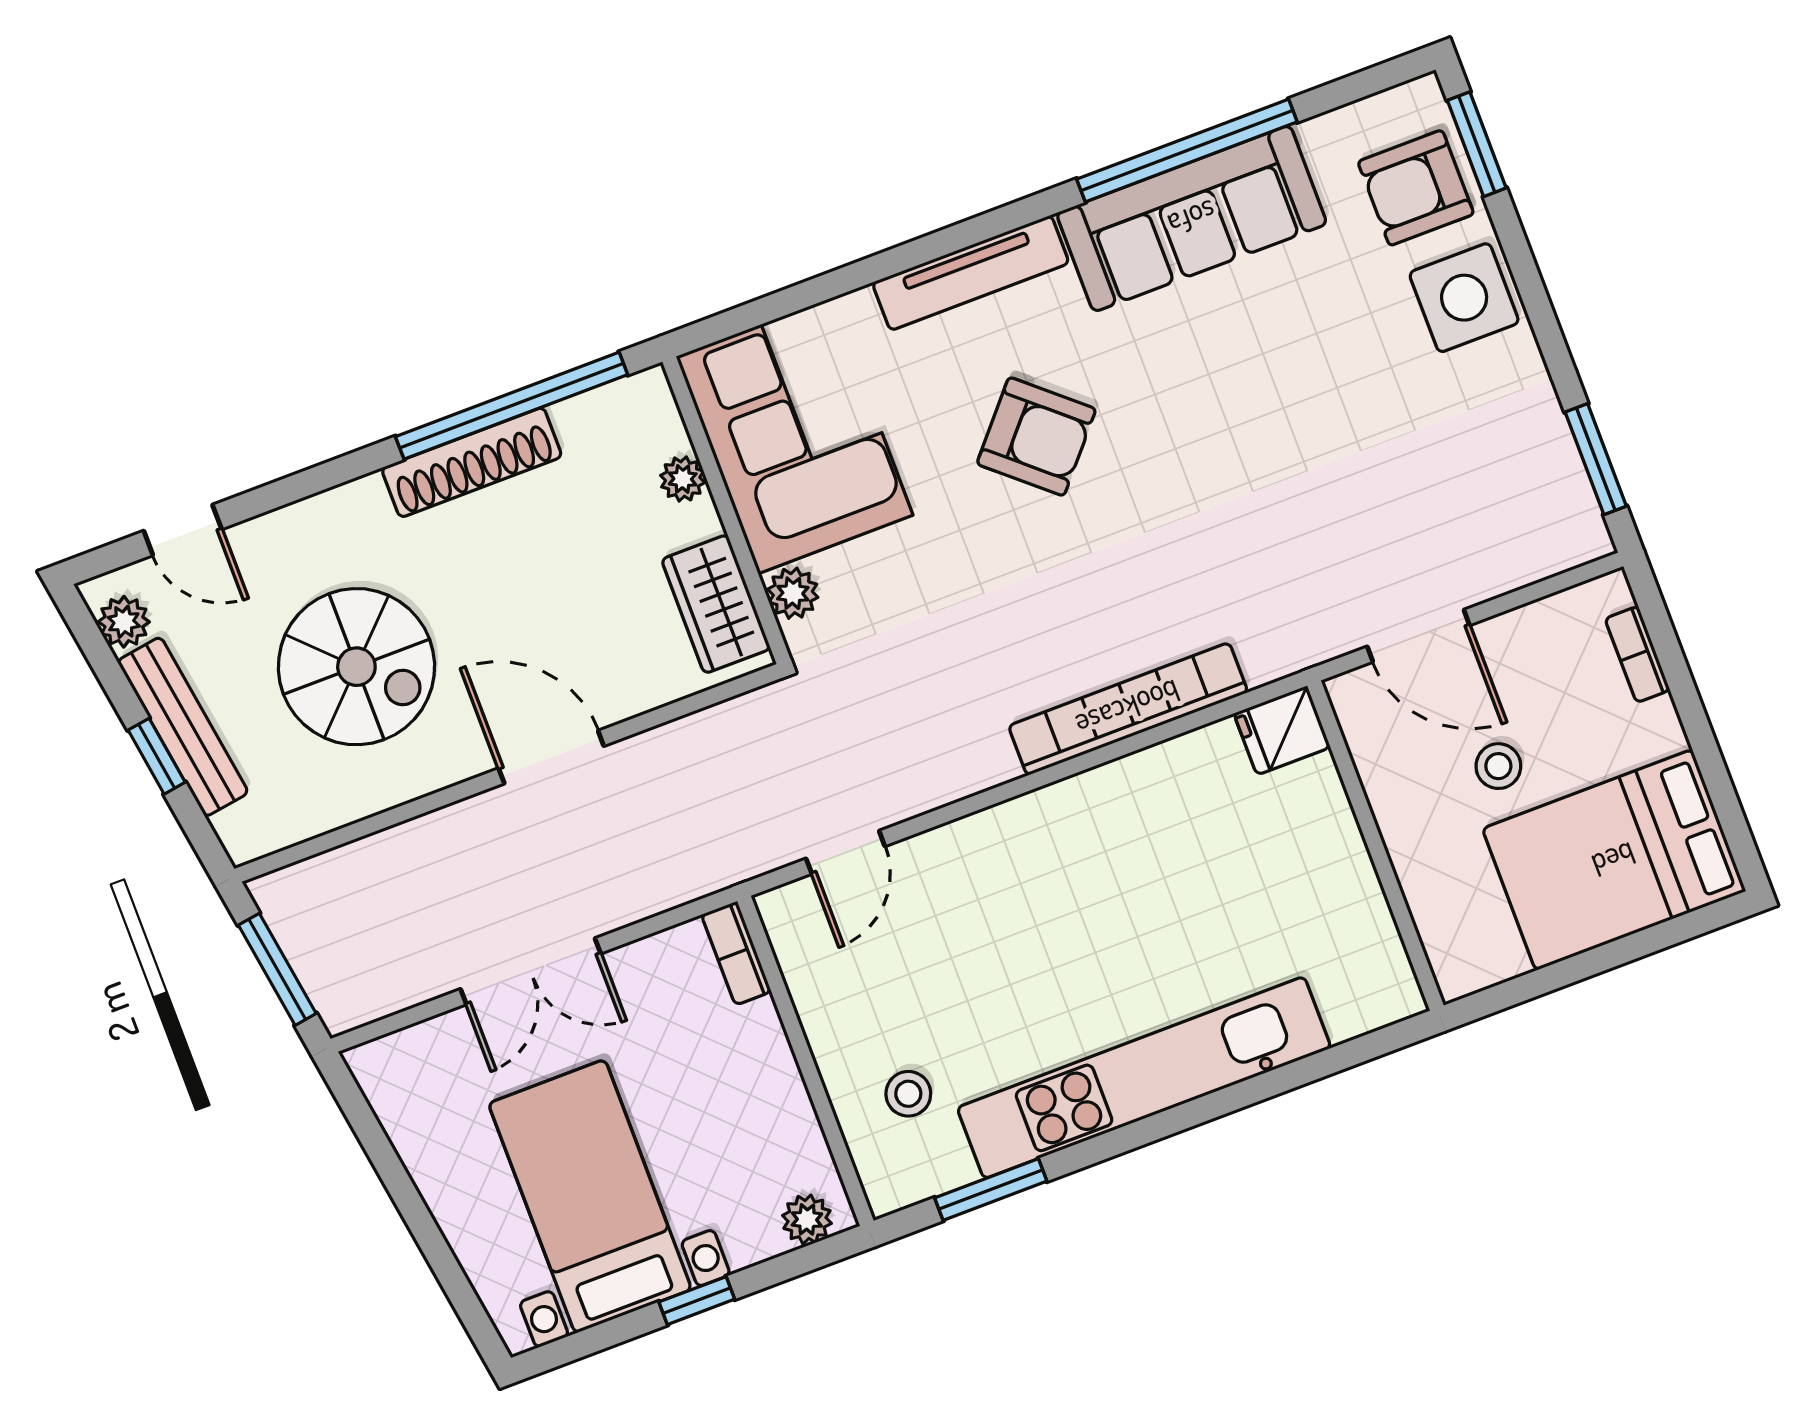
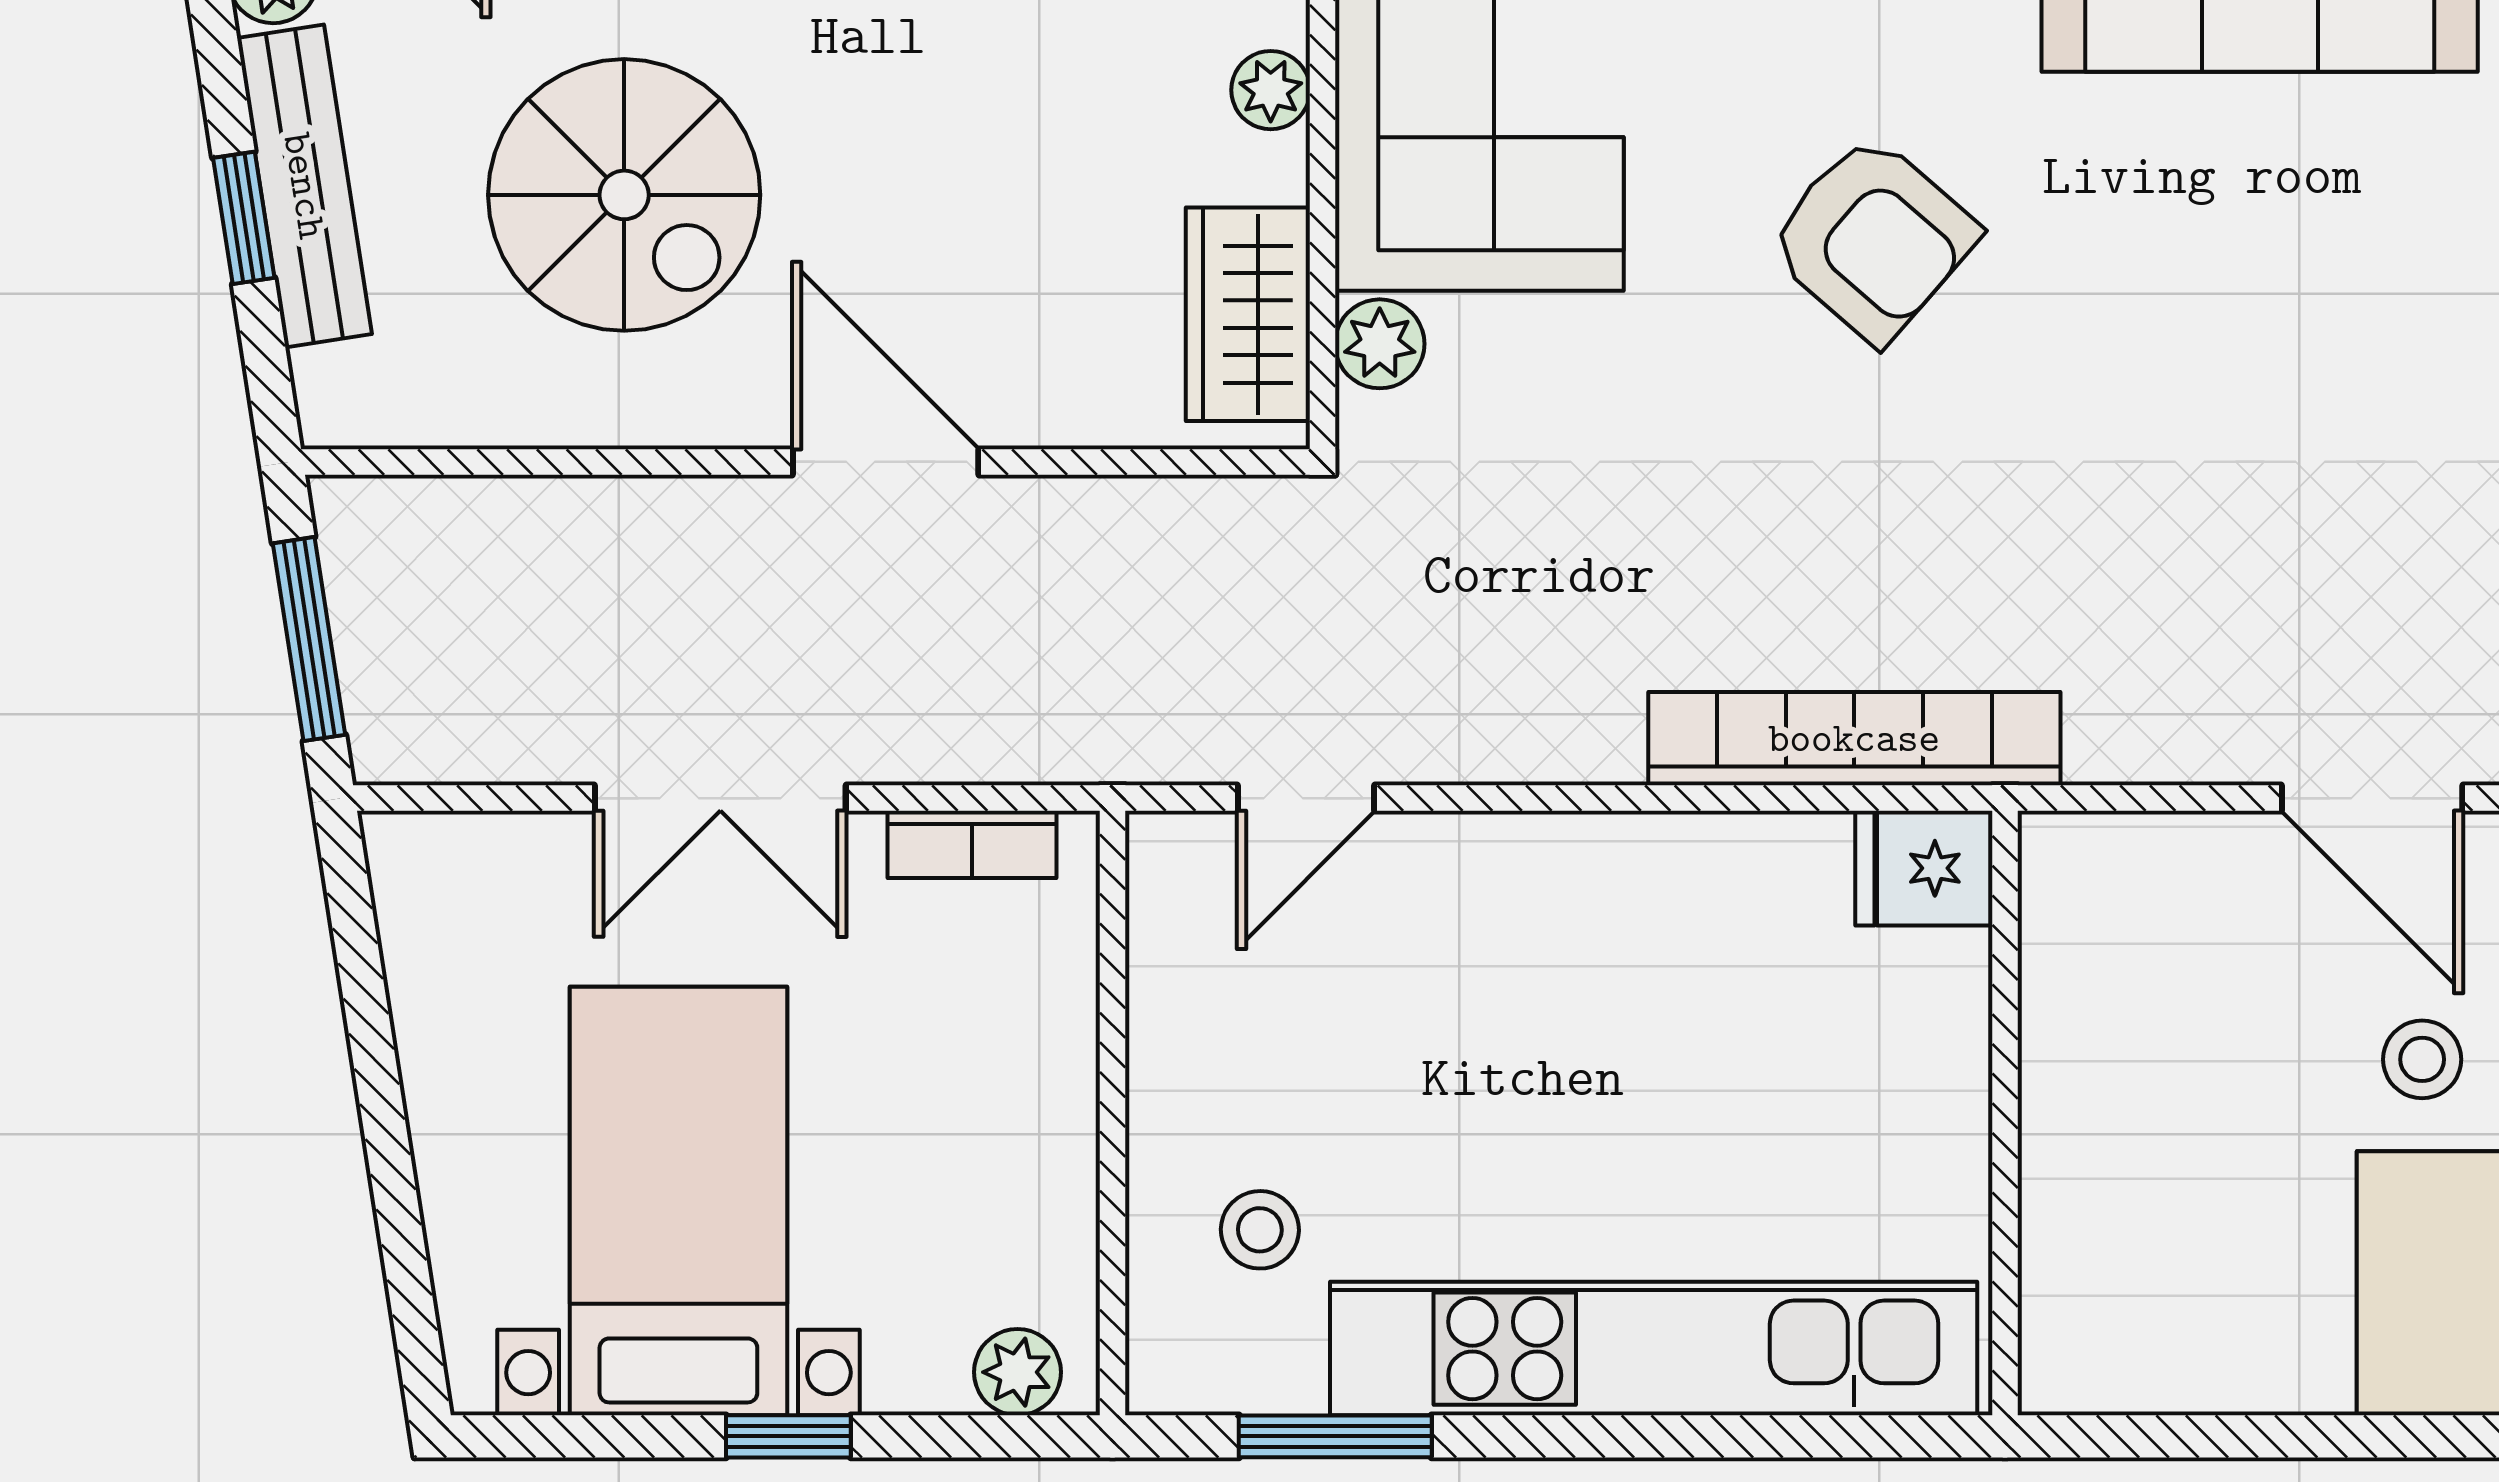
fridge: (1282, 730) -> (1924, 868), moved
wall: (1375, 846) -> (2005, 1113), moved
bookcase: (736, 953) -> (972, 844), moved, turned -90

